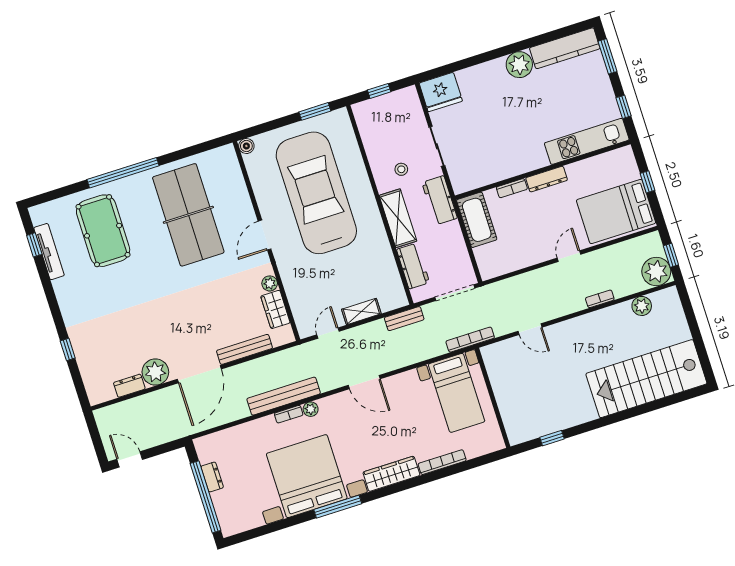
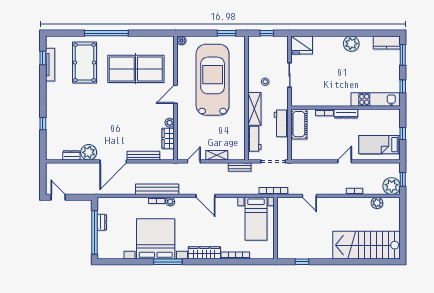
kitchen counter: (565, 48) -> (387, 43), width x0.67
workbench: (440, 200) -> (281, 123), moved
bed: (616, 212) -> (380, 145), width x0.67
table tennis table: (188, 215) -> (136, 69), turned 90

